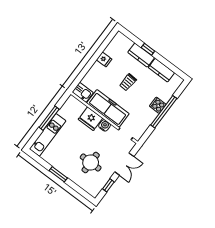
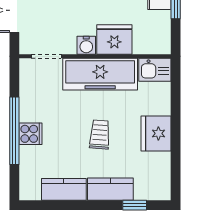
window: (148, 49) -> (135, 205), moved
fridge: (104, 59) -> (156, 133), width x1.88, depth x1.34

